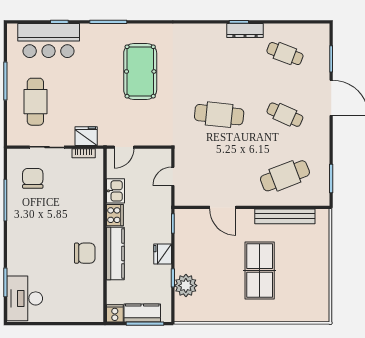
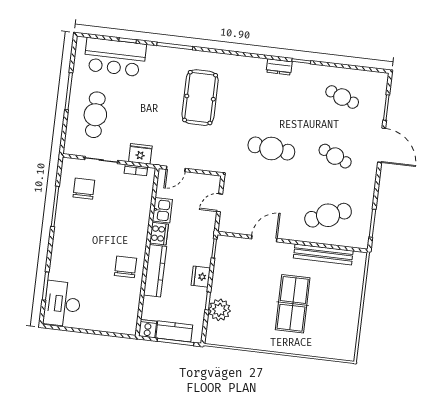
dresser: (245, 31) -> (279, 67), moved, width x0.70
door: (223, 207) -> (264, 239), swing flipped
chair: (85, 253) -> (125, 267), turned -90

